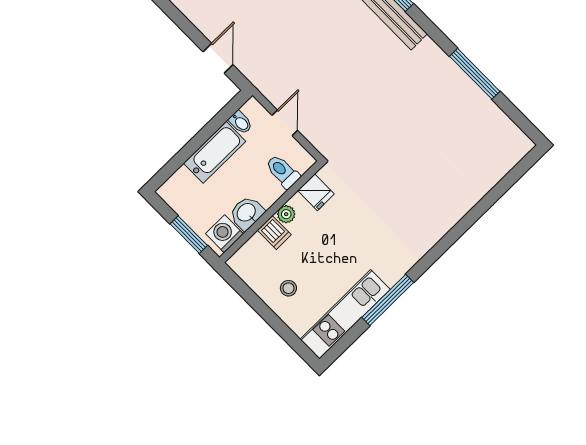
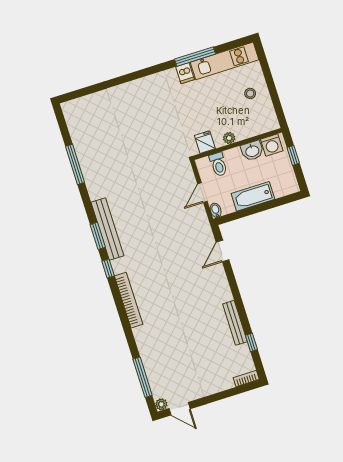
bidet: (241, 122) -> (216, 210), moved
dishwasher: (274, 232) -> (185, 73), moved, turned 180
window: (189, 235) -> (293, 155), width x0.67

